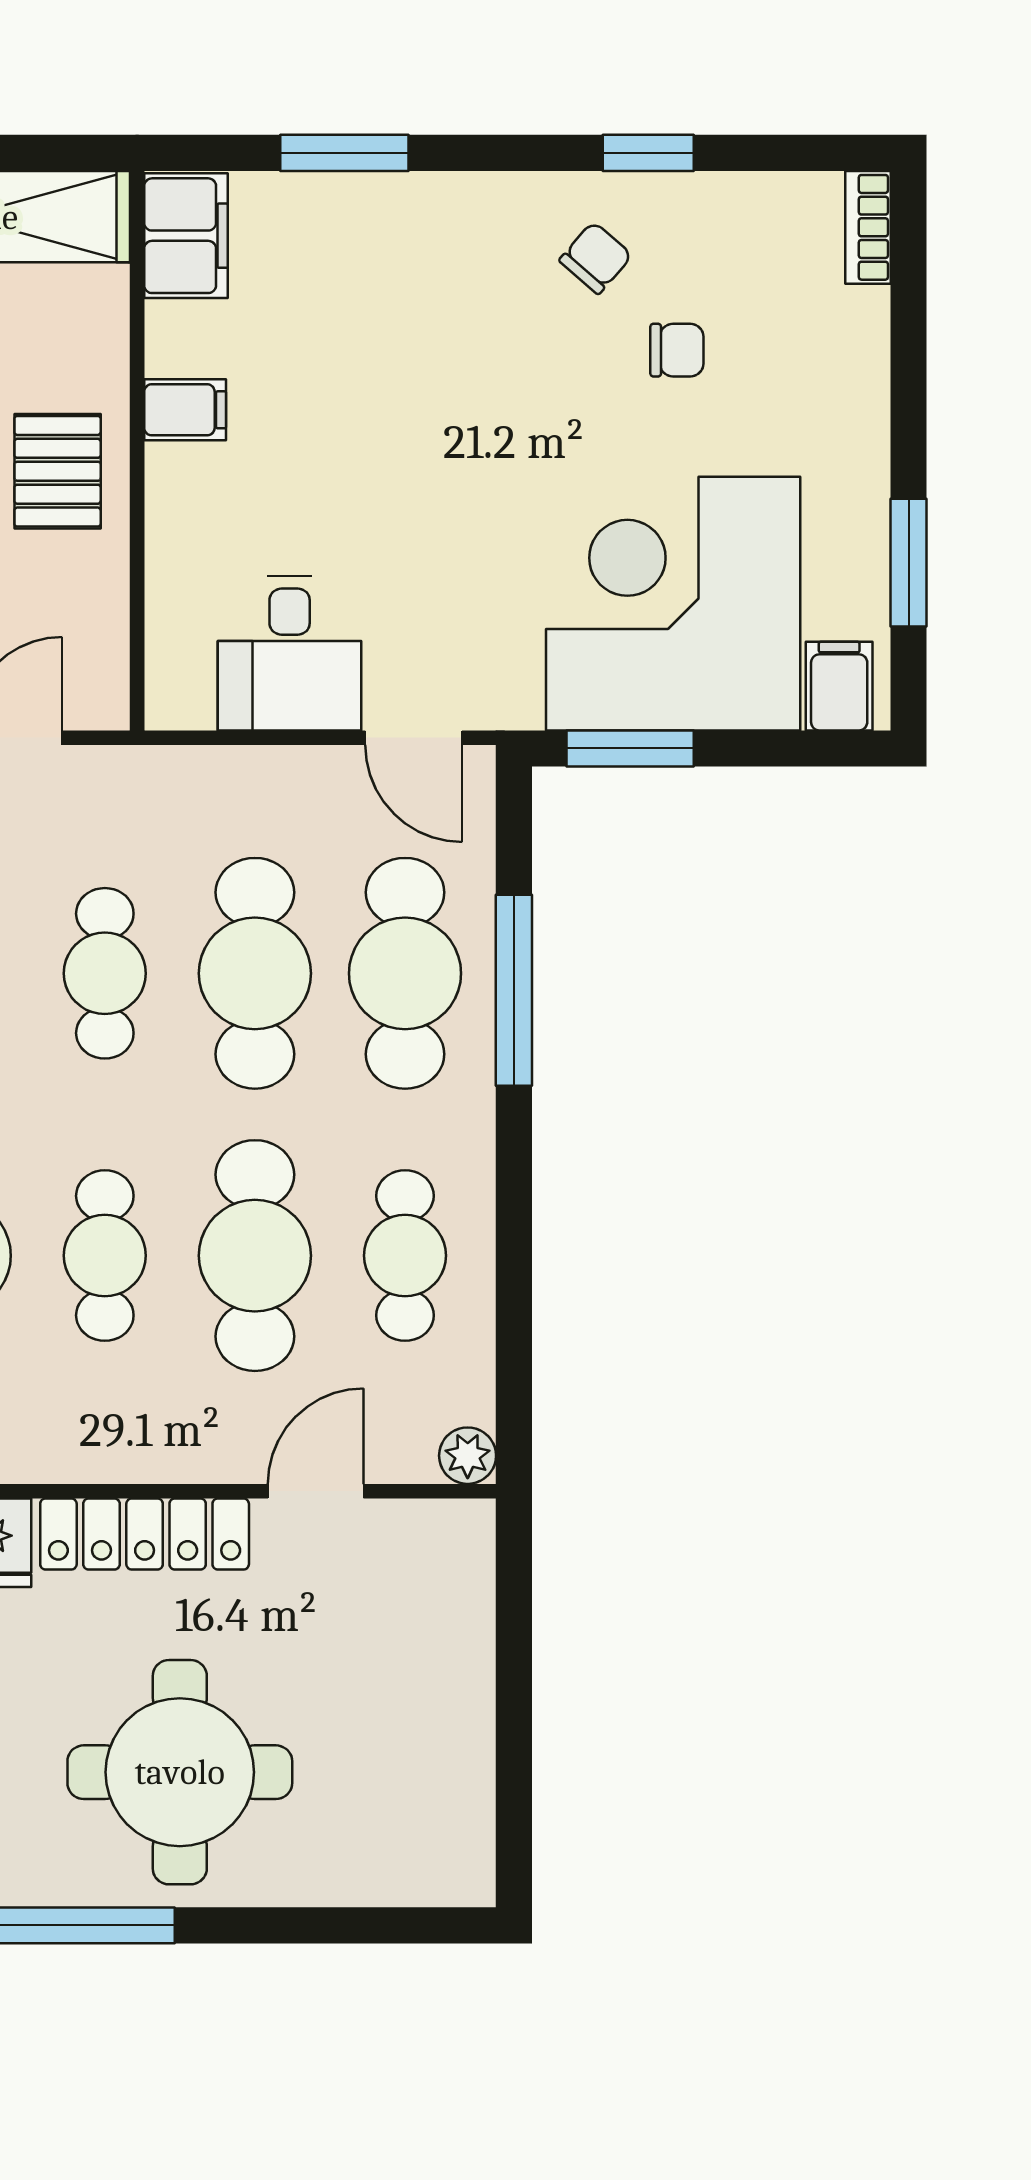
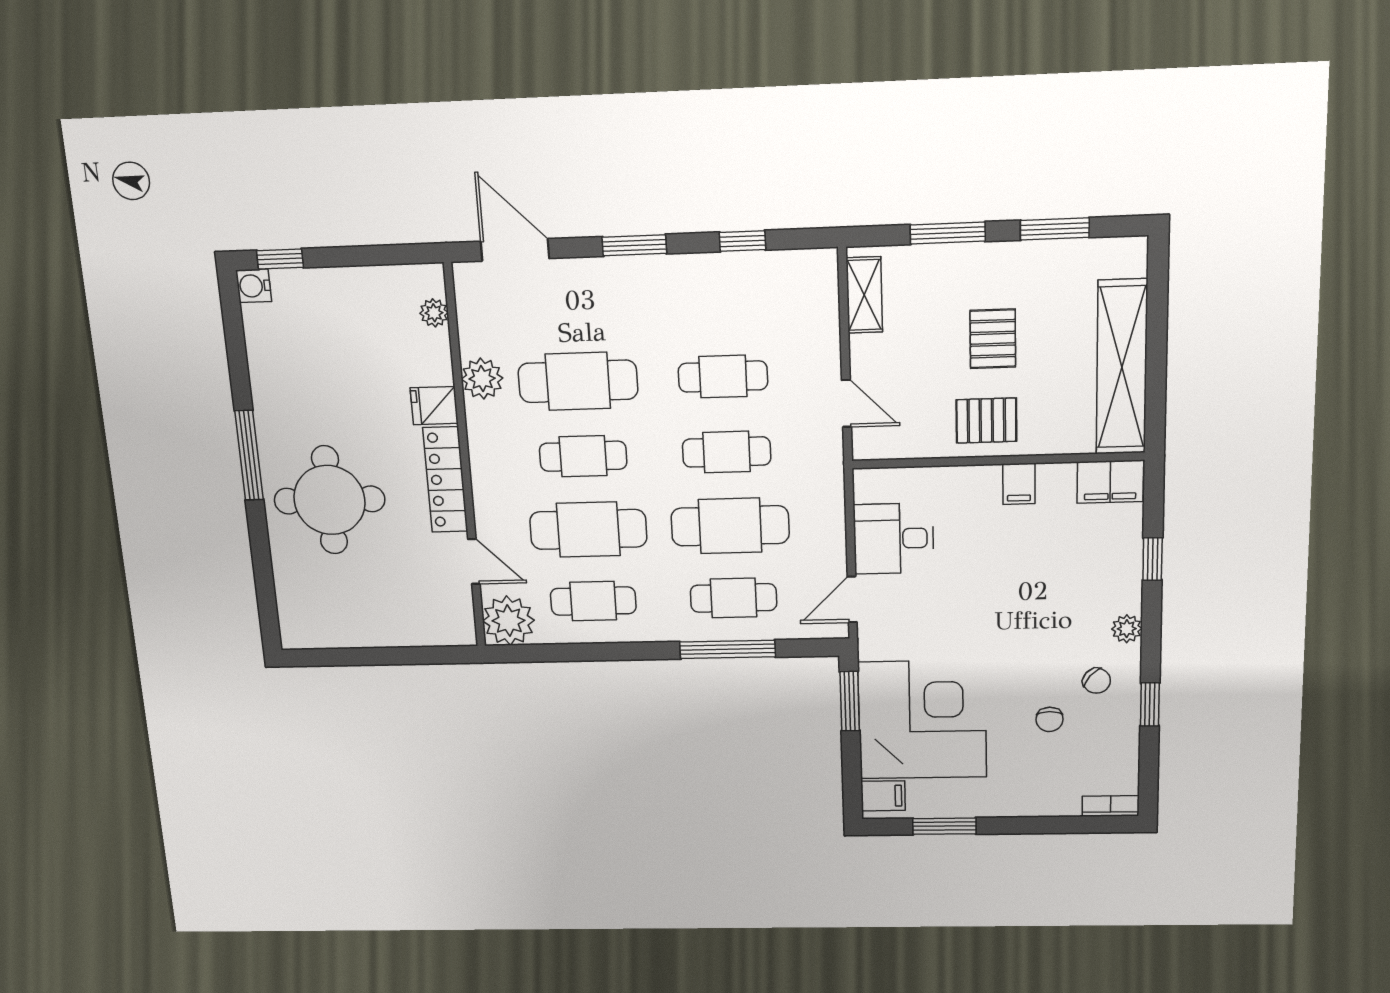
window: (344, 153) -> (1153, 559), width x0.67
plant: (487, 200) -> (1127, 629), added
cafe table: (405, 973) -> (733, 598), width x0.73, depth x0.74
plant: (468, 1456) -> (509, 621), width x1.87, depth x1.87

